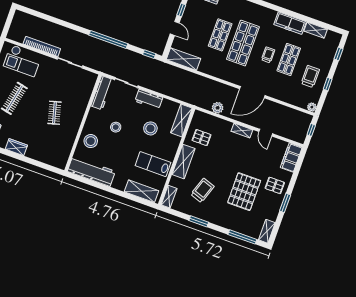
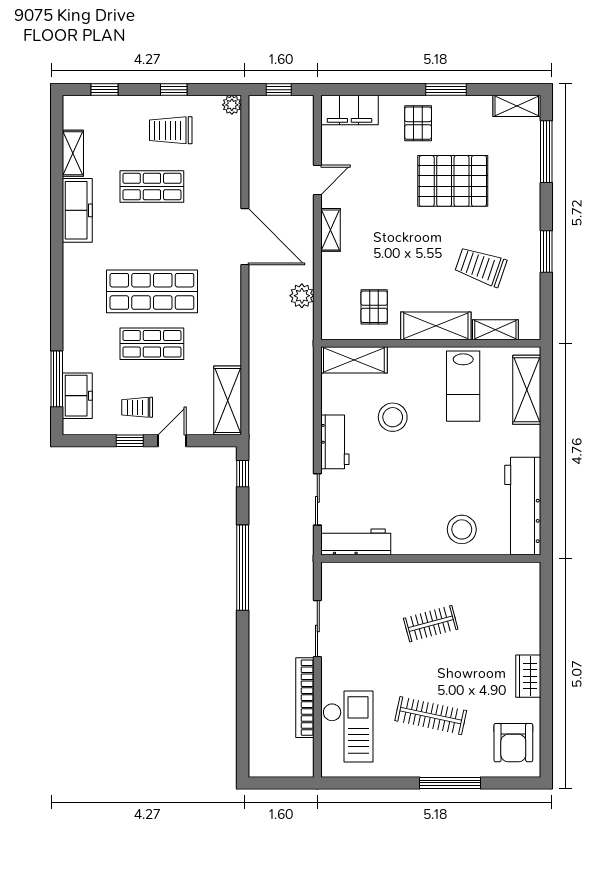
trolley: (268, 55) -> (137, 407), moved
stool: (116, 127) -> (415, 489), removed
shelving: (169, 197) -> (495, 330), moved

